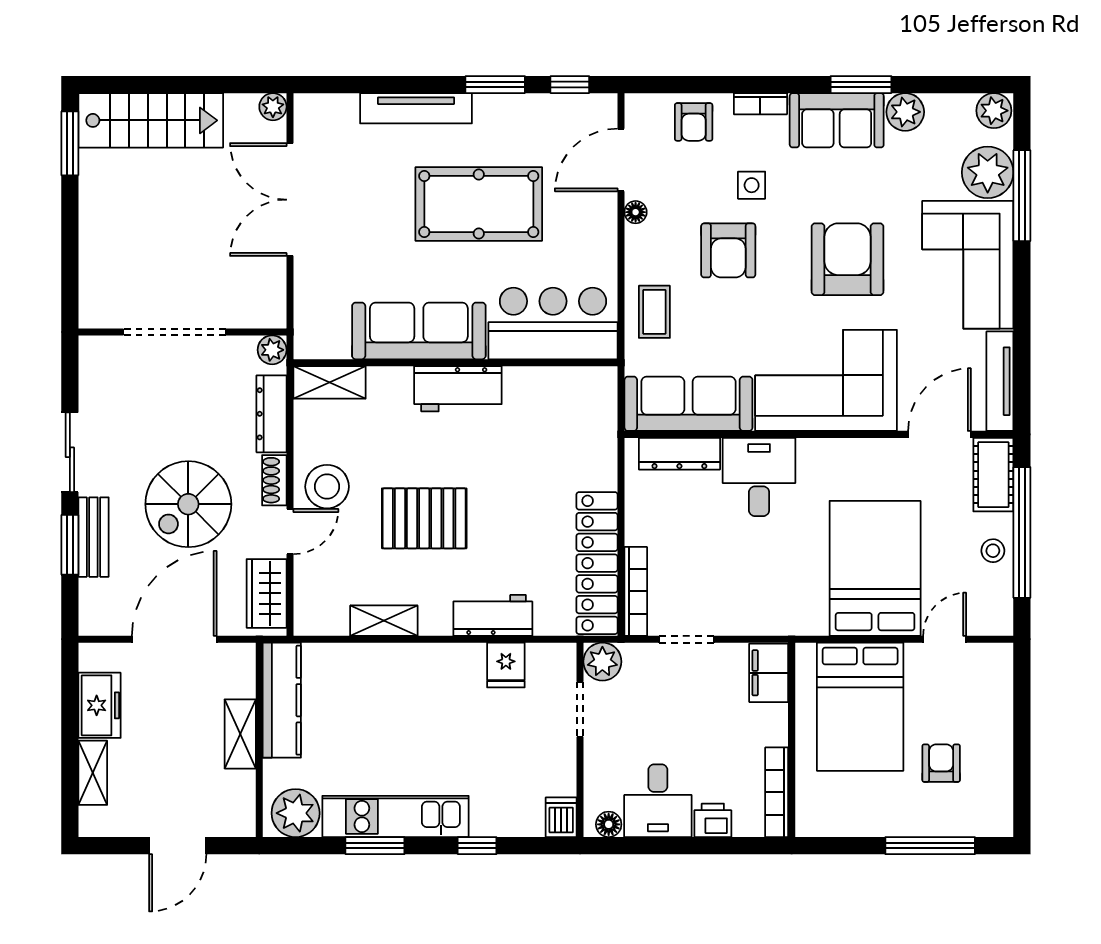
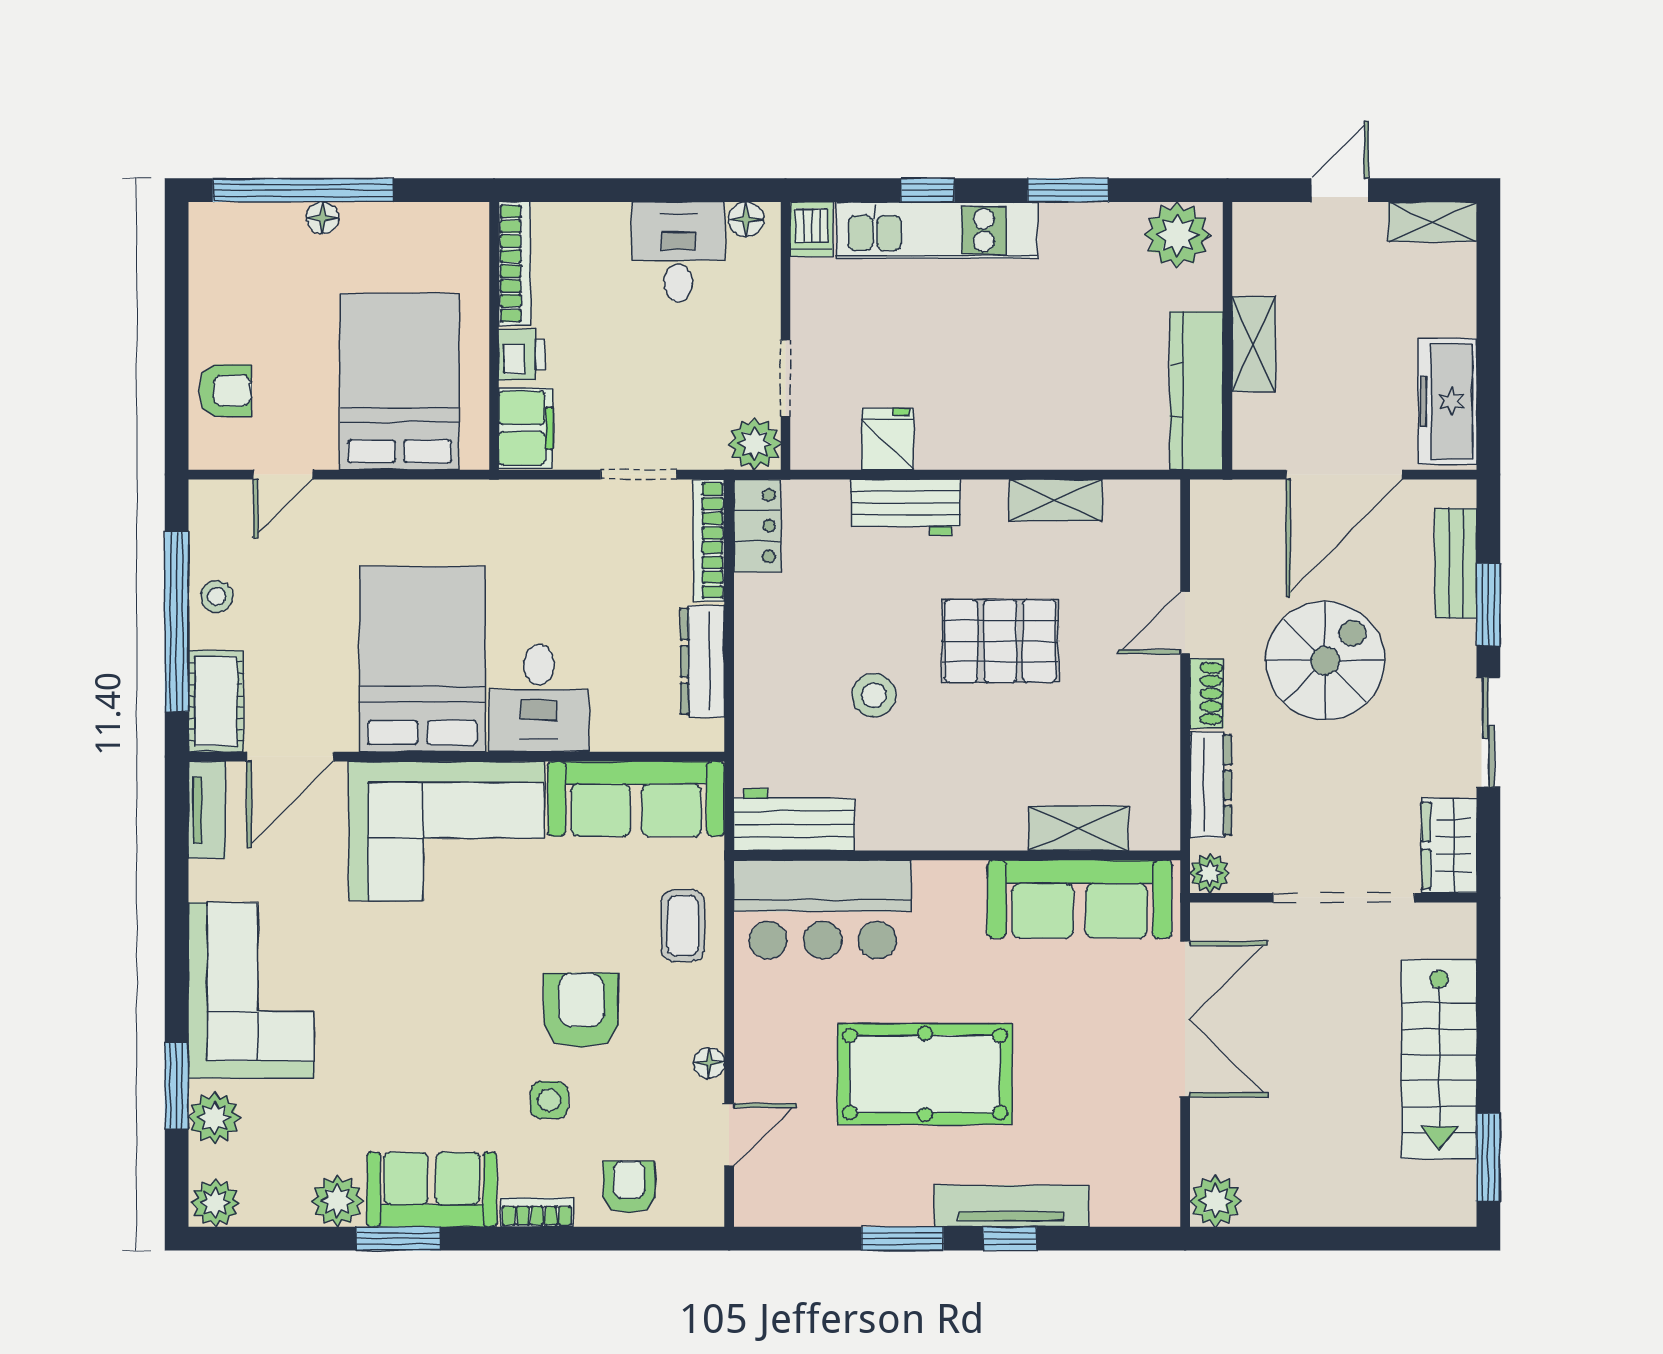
window: (570, 85) -> (1010, 1239), moved
plant: (273, 107) -> (1216, 1201), width x1.38, depth x1.38
stairs: (151, 120) -> (1439, 1059), moved, turned -90
door: (621, 160) -> (729, 1135), width x0.73
plant: (988, 172) -> (214, 1118), width x0.73, depth x0.73
window: (1022, 196) -> (177, 1086), width x0.69
double door: (290, 200) -> (1185, 1019), moved
armchair: (848, 259) -> (417, 998), removed
sofa: (419, 331) -> (1080, 899), moved
tv unit: (1000, 381) -> (207, 810), width x0.71
shelving: (329, 382) -> (1078, 828), moved
workbench: (458, 389) -> (794, 820), moved
dresser: (679, 454) -> (702, 661), moved, turned -90
stool: (327, 487) -> (874, 695), moved, width x0.73, depth x0.73
bench: (93, 537) -> (1456, 563), moved
locker: (597, 563) -> (757, 526), width x0.46, depth x0.83
bed: (875, 568) -> (422, 659), moved, turned 180
wardrobe: (267, 593) -> (1449, 846), moved, turned 180
freezer: (100, 705) -> (1447, 401), width x1.40
armchair: (941, 763) -> (225, 391), moved, turned -90
shelving: (93, 773) -> (1432, 222), moved, turned 90
kitchen unit: (396, 816) -> (937, 230), moved
printer: (713, 820) -> (522, 355), moved, turned -90
floor lamp: (916, 825) -> (323, 218), added
door: (178, 846) -> (1340, 190), width x0.73
window: (930, 846) -> (303, 190), width x1.46

